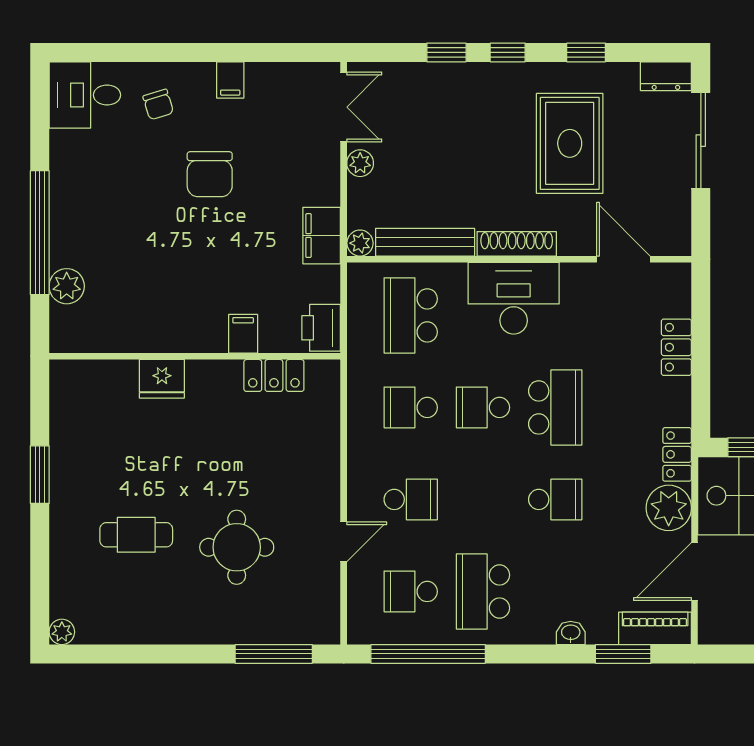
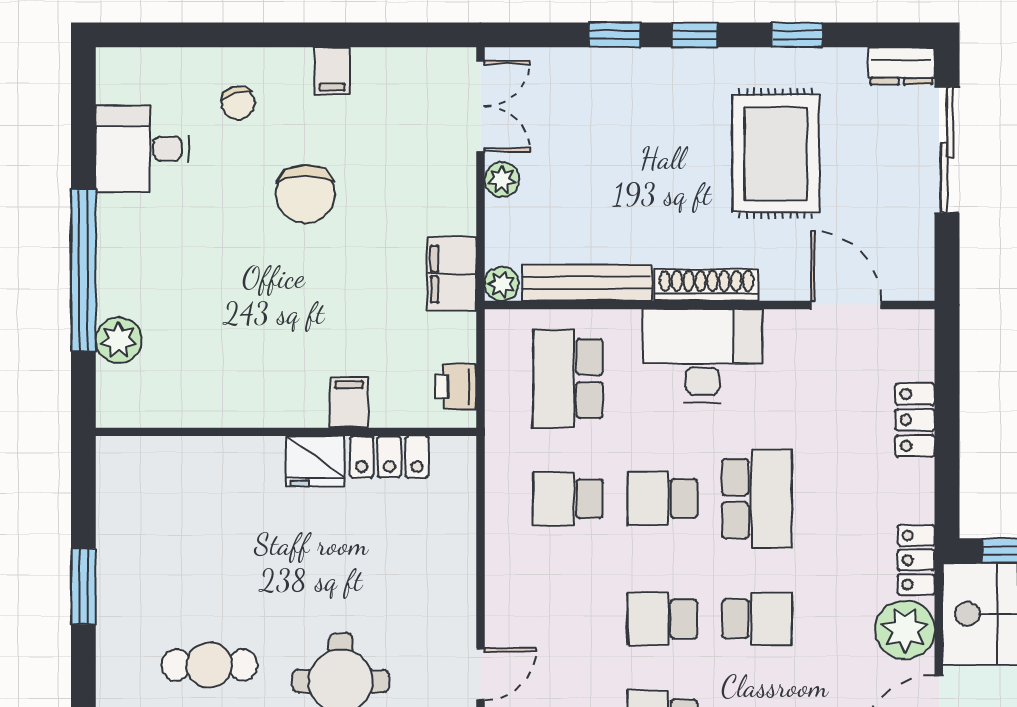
desk: (85, 95) -> (142, 149), moved
printer: (321, 328) -> (456, 386), width x0.73, depth x0.81
fridge: (162, 379) -> (315, 461), moved
school desk: (411, 499) -> (662, 619), moved, turned 180

